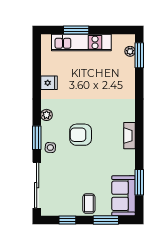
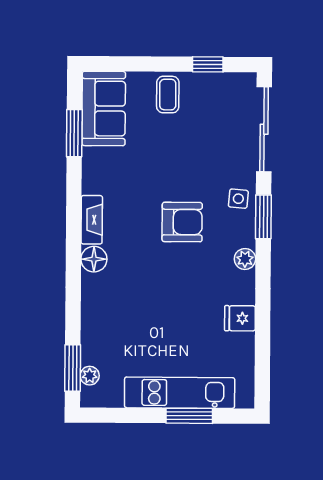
floor lamp: (128, 114) -> (94, 259), added
window: (106, 220) -> (136, 64), removed

